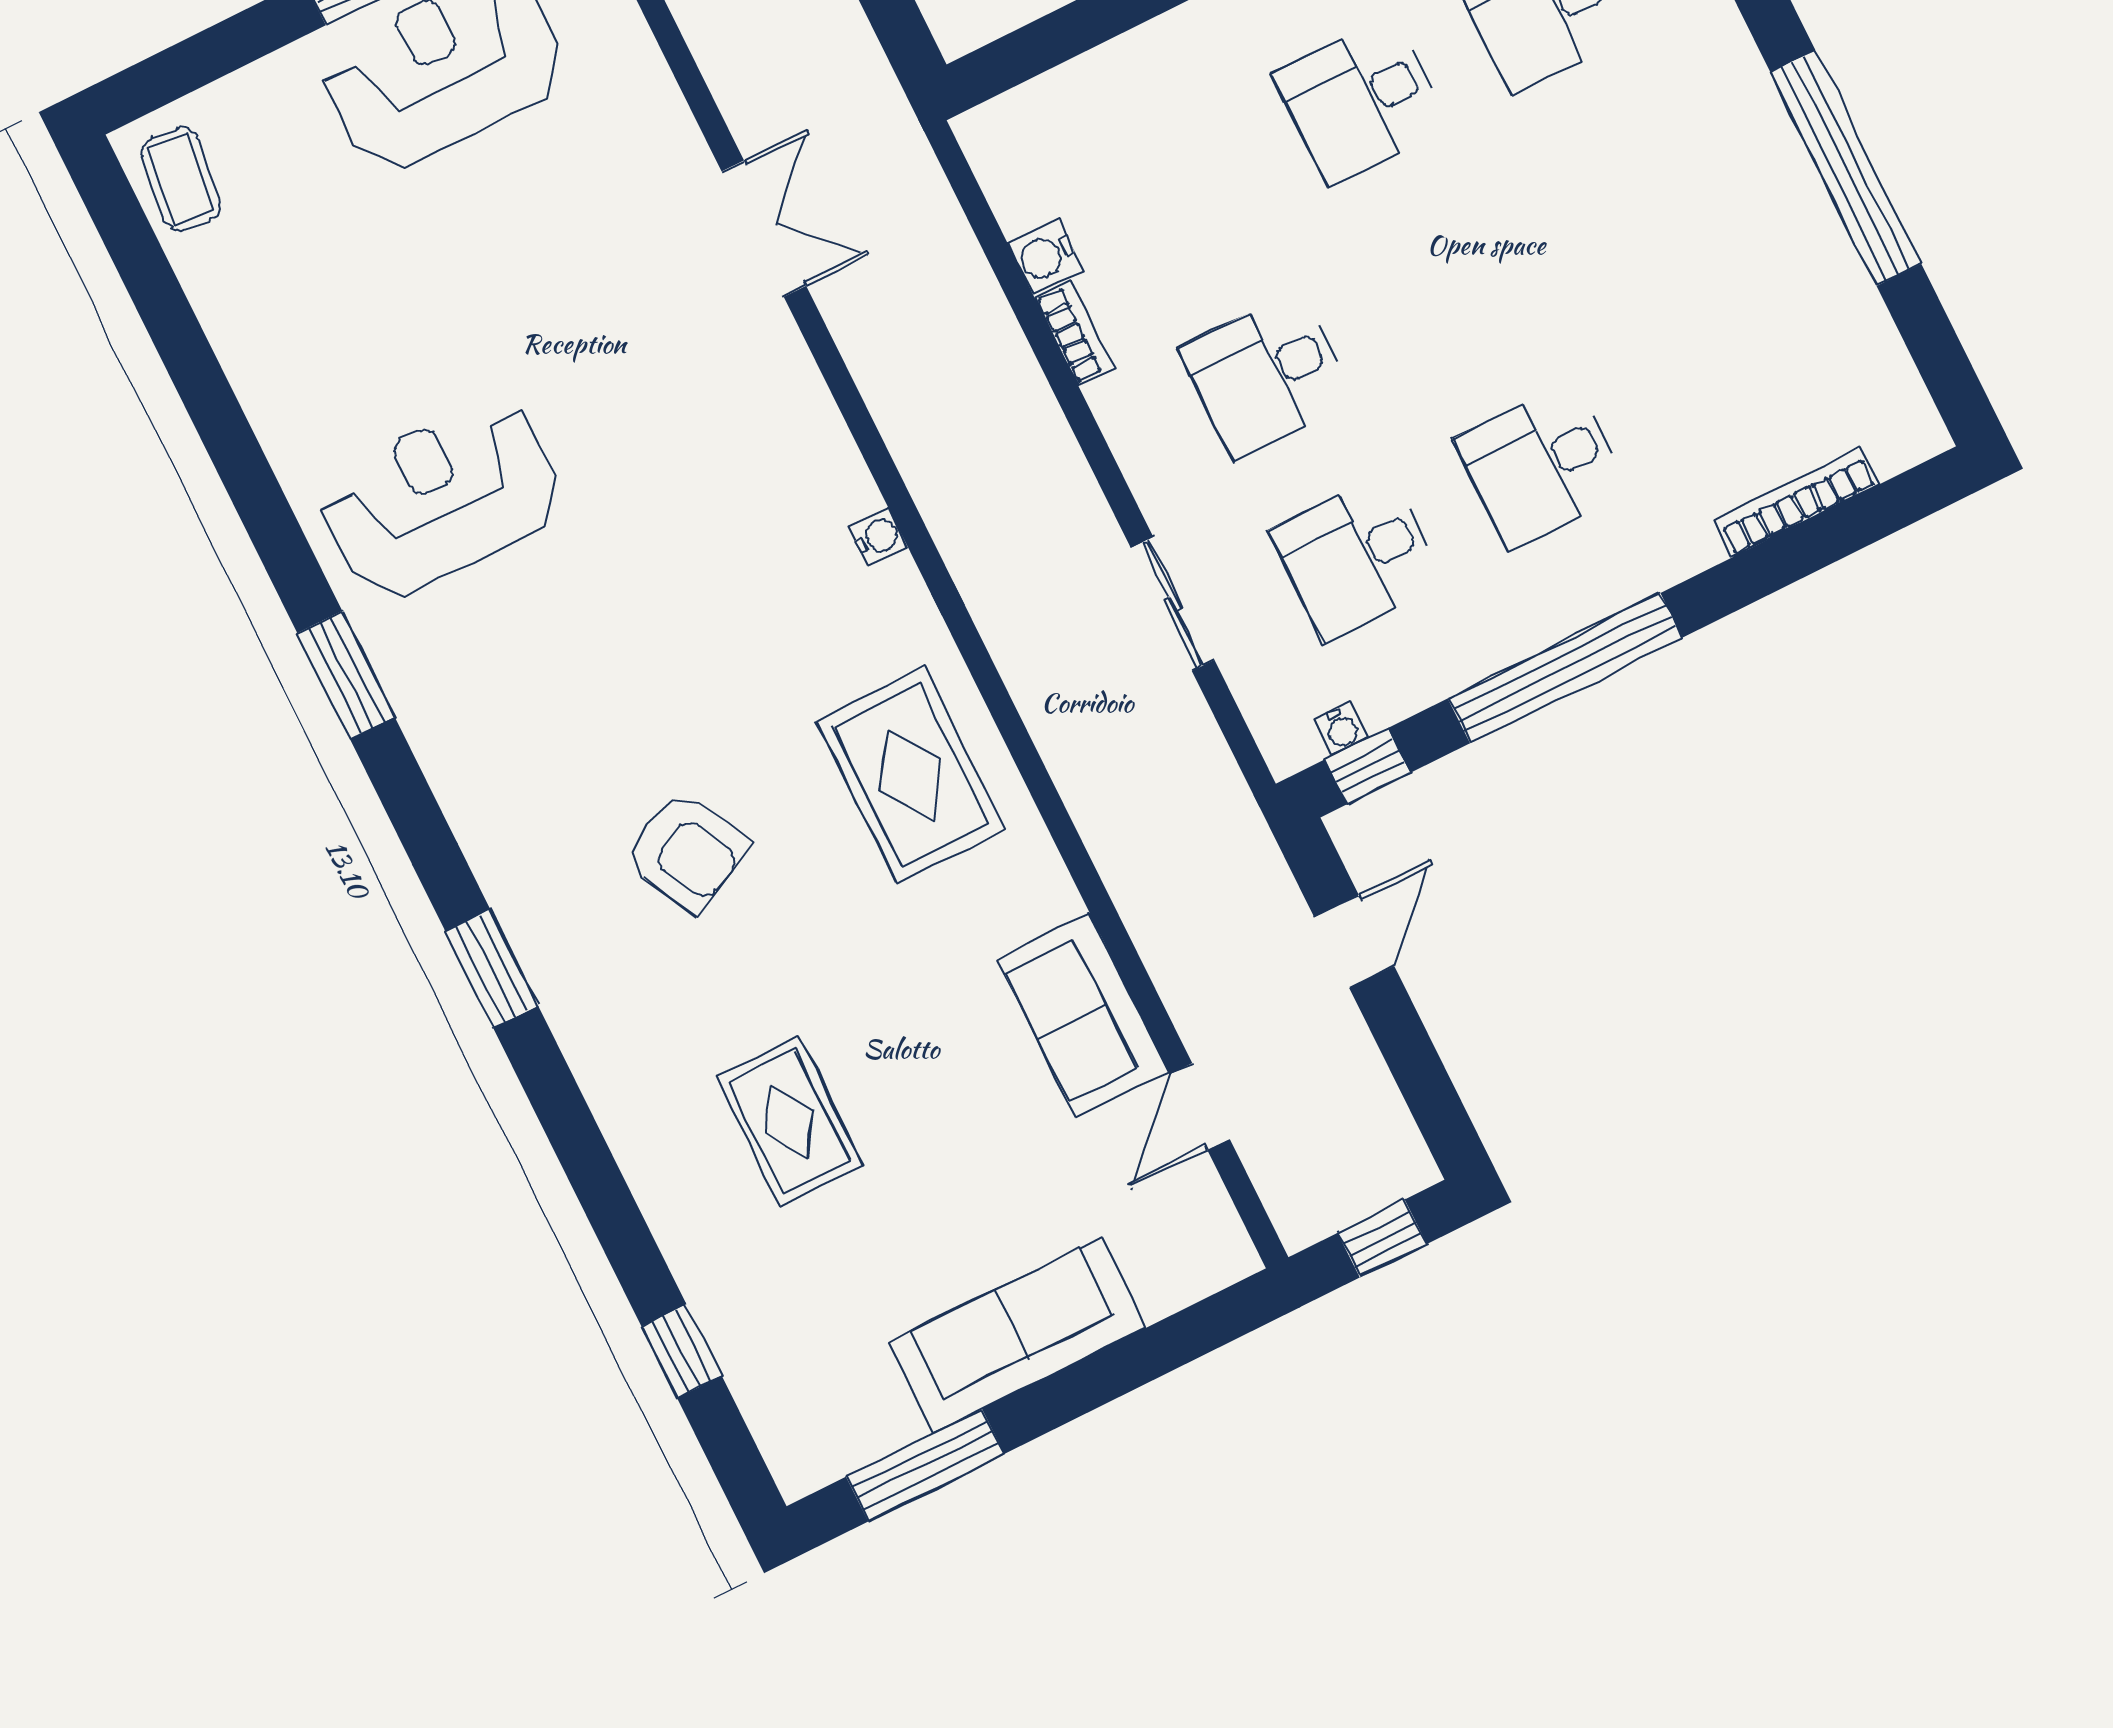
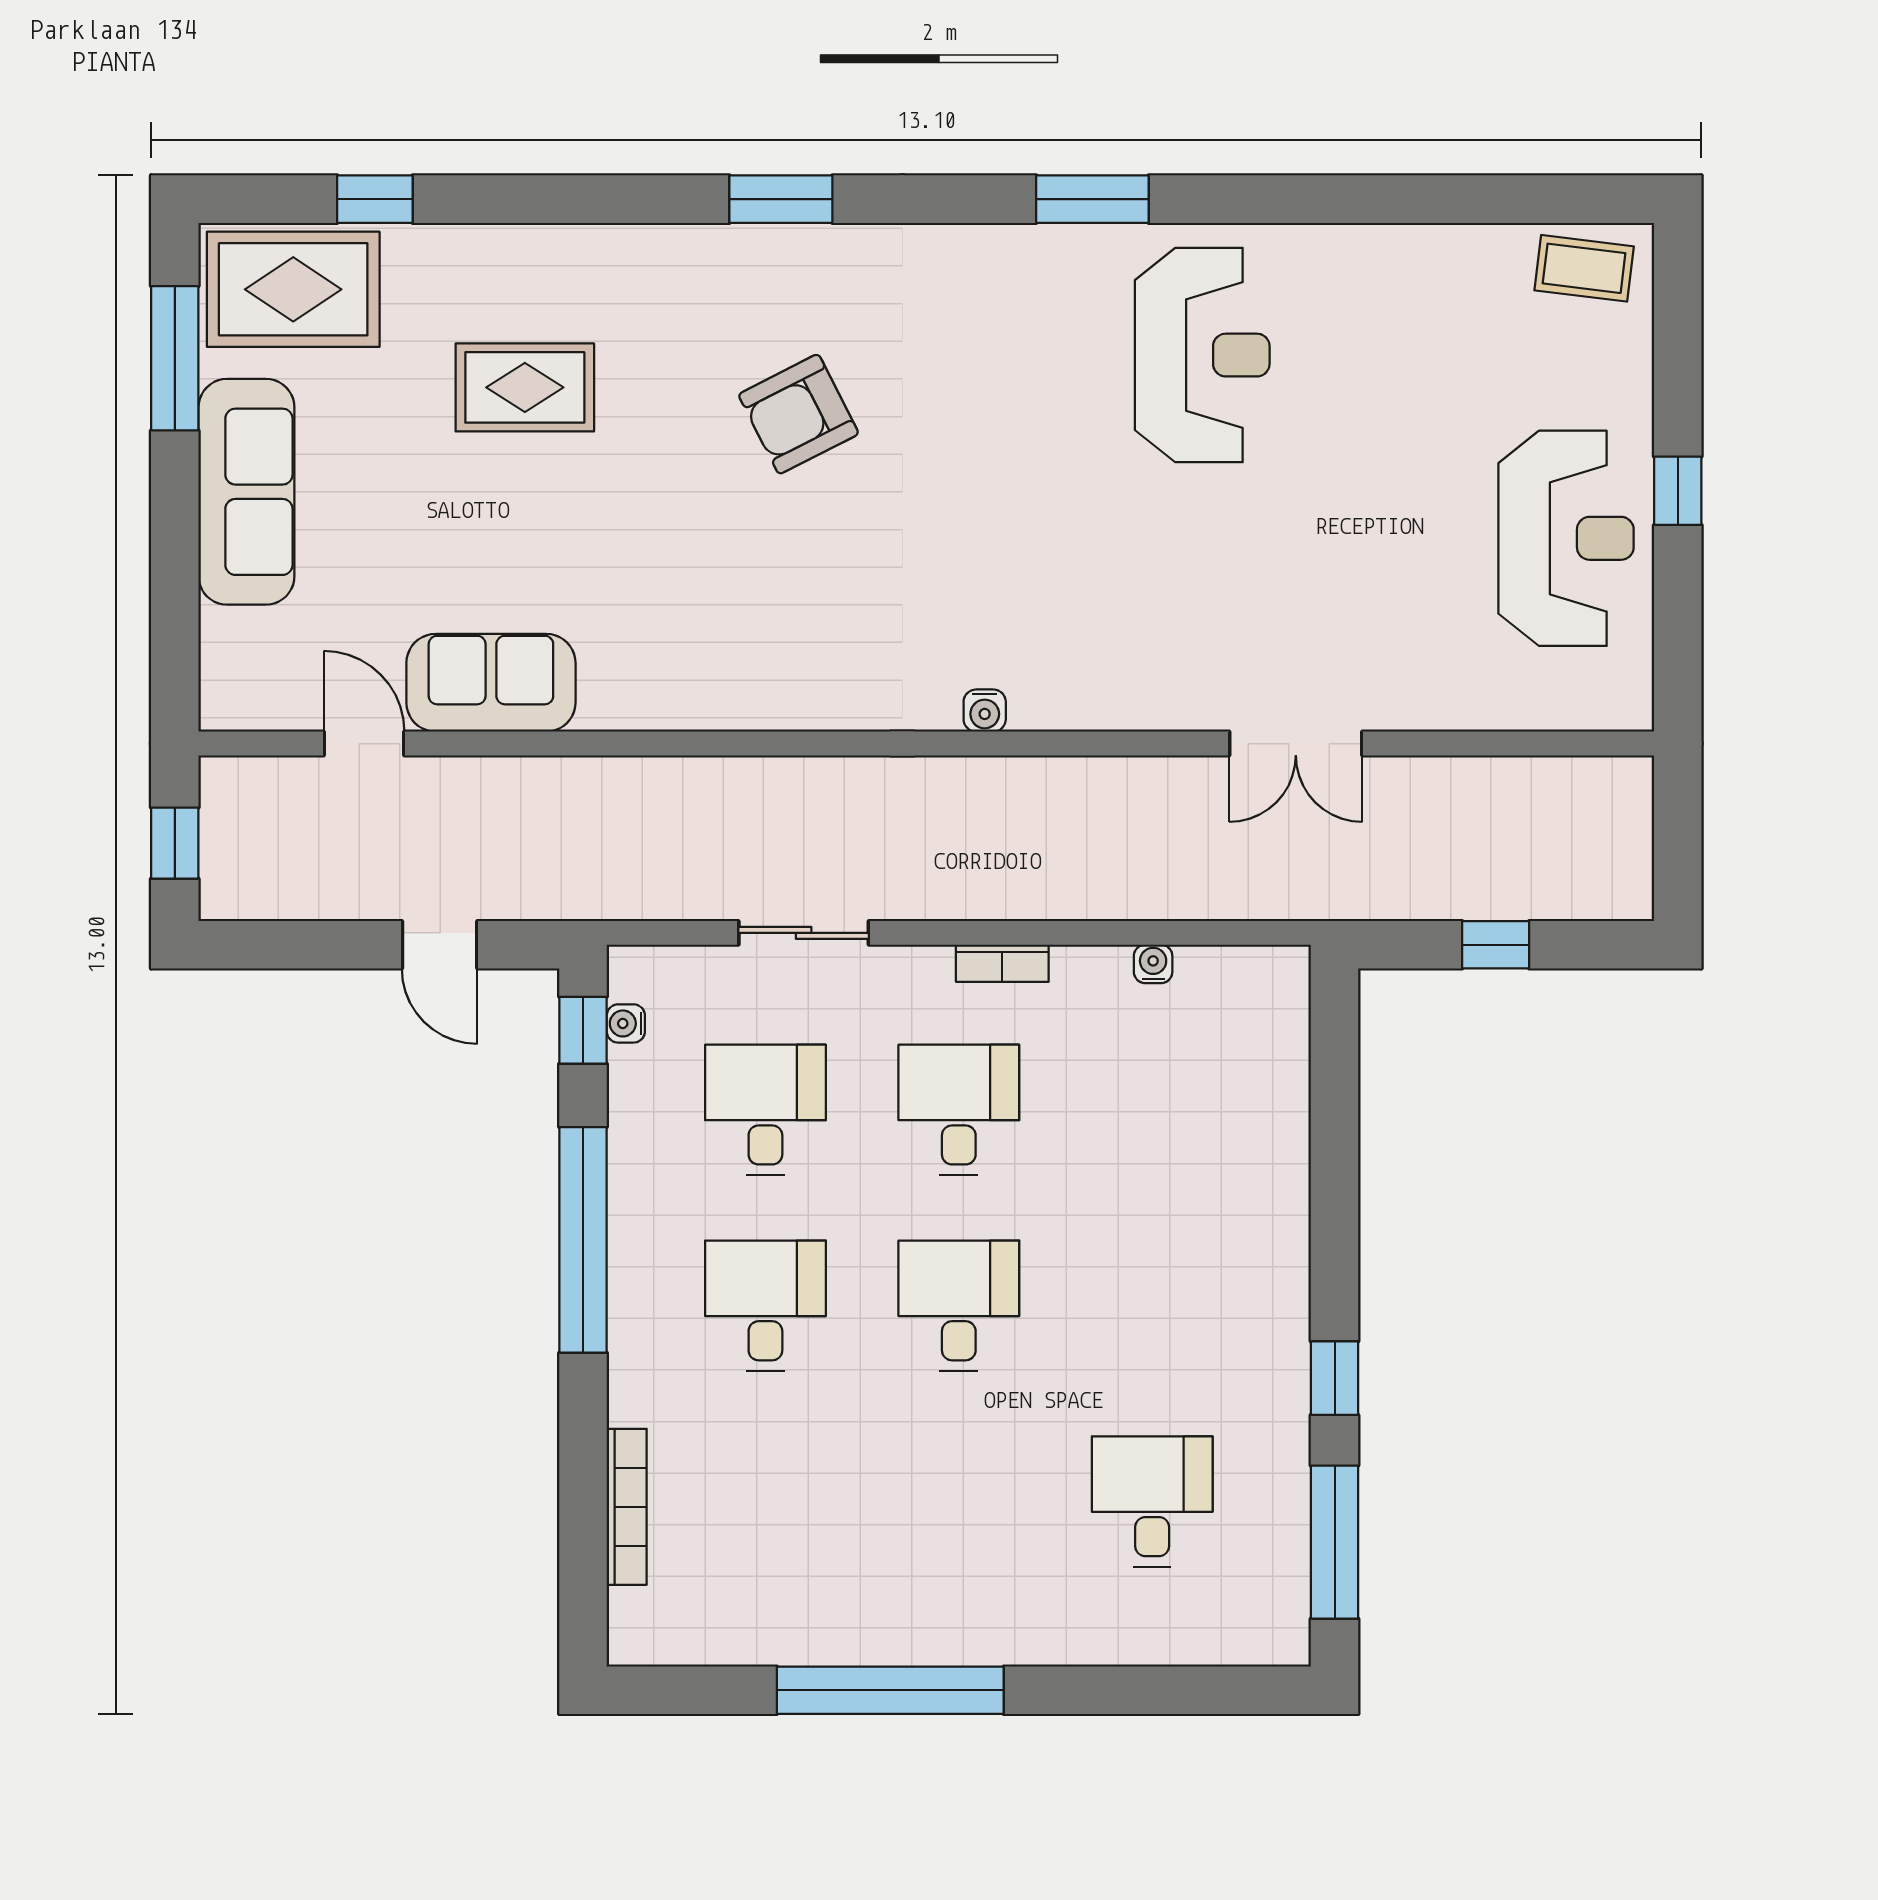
desk: (1361, 101) -> (959, 1306), moved
water cooler: (1045, 256) -> (1153, 964), width x0.72, depth x0.72
bookcase: (1074, 334) -> (1002, 963), moved
rug: (911, 775) -> (293, 289), moved

